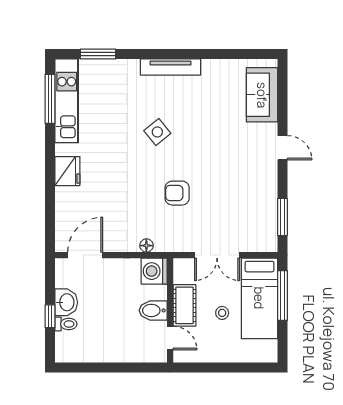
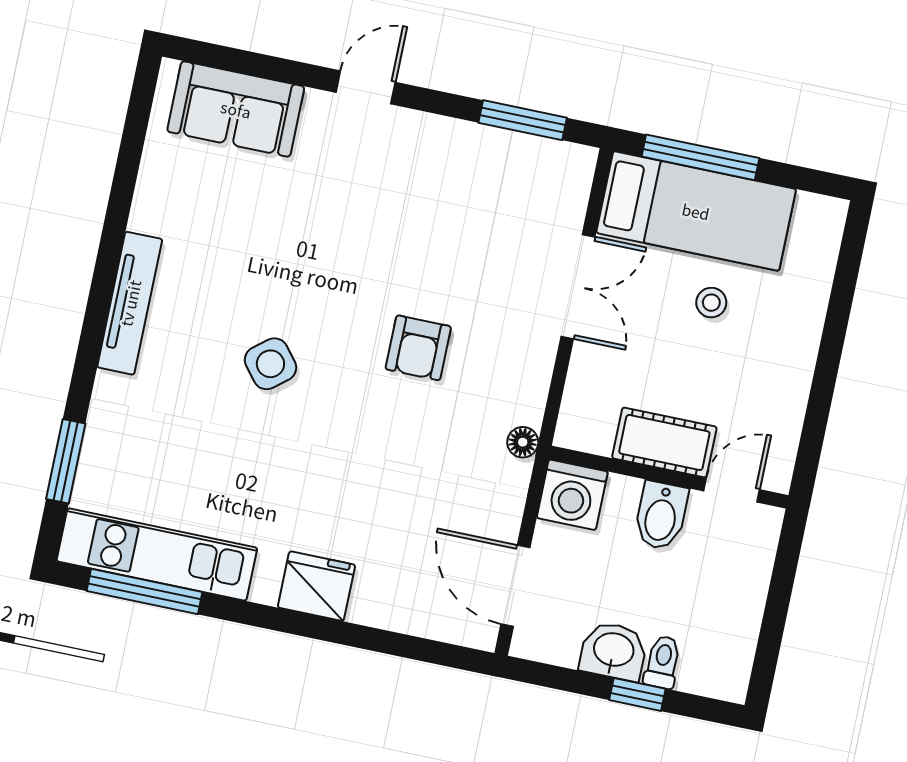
washing machine: (154, 271) -> (572, 495), moved
cot: (184, 305) -> (664, 443), moved
bidet: (153, 310) -> (661, 516), moved
wall: (170, 310) -> (669, 477), moved
door: (170, 338) -> (732, 490), moved

